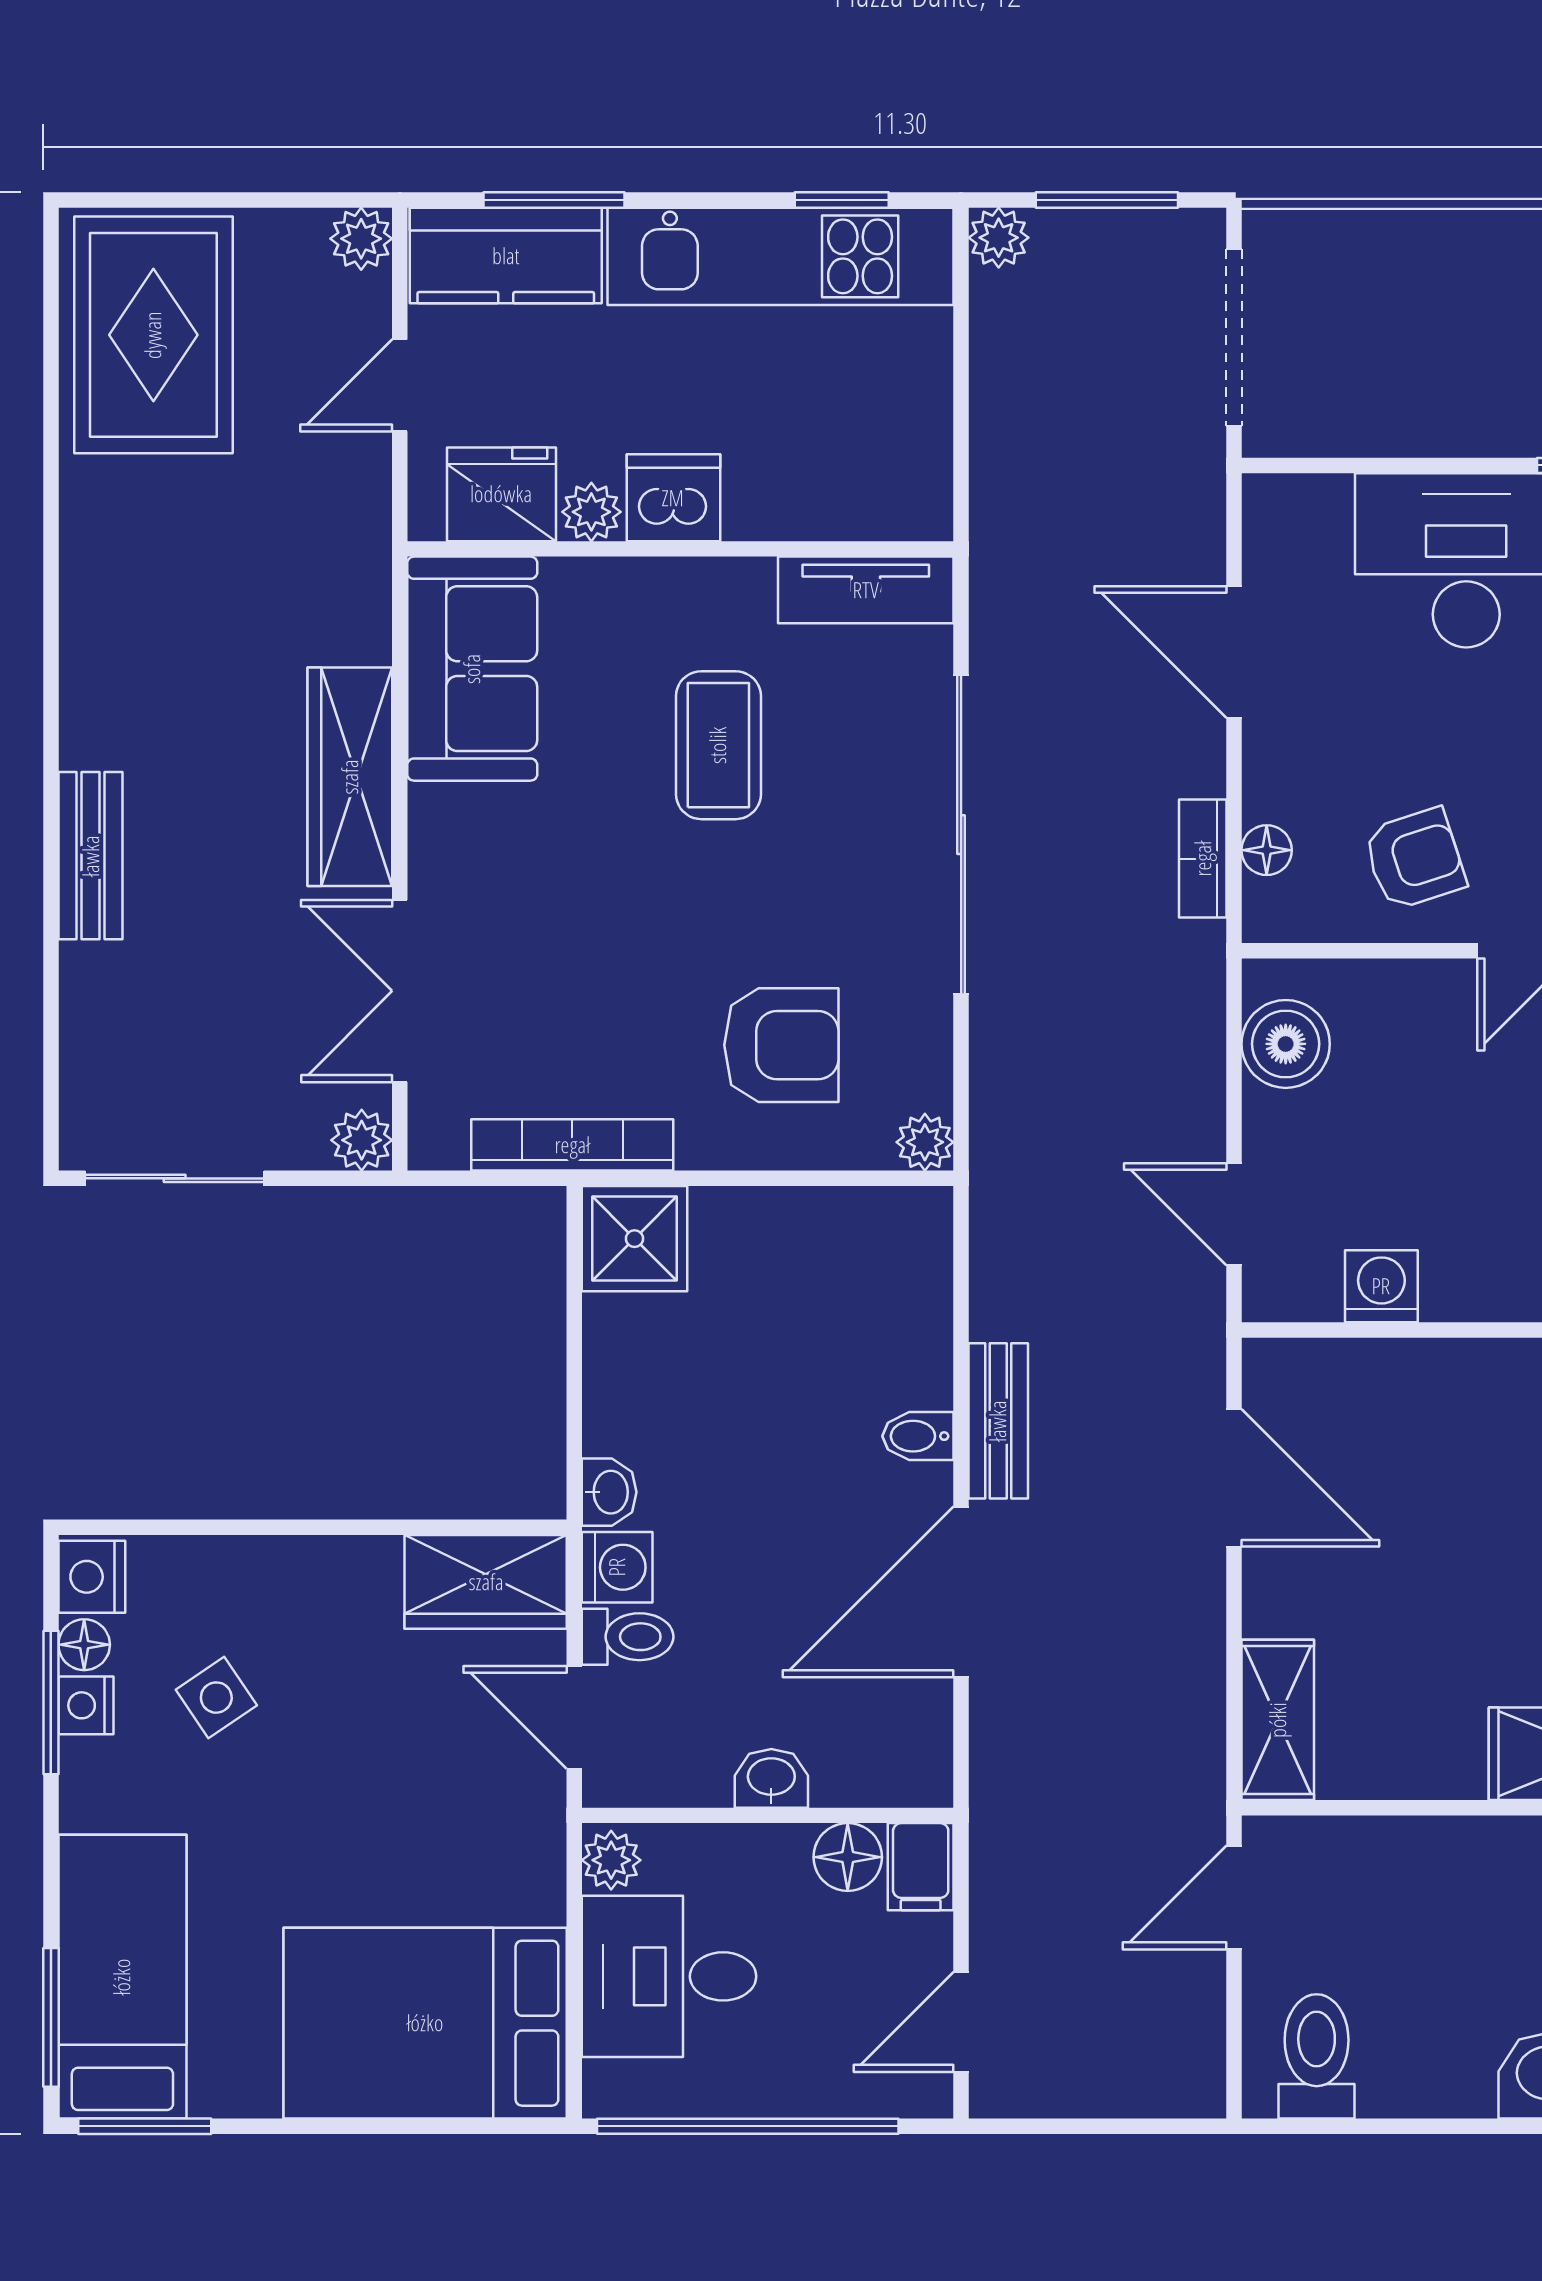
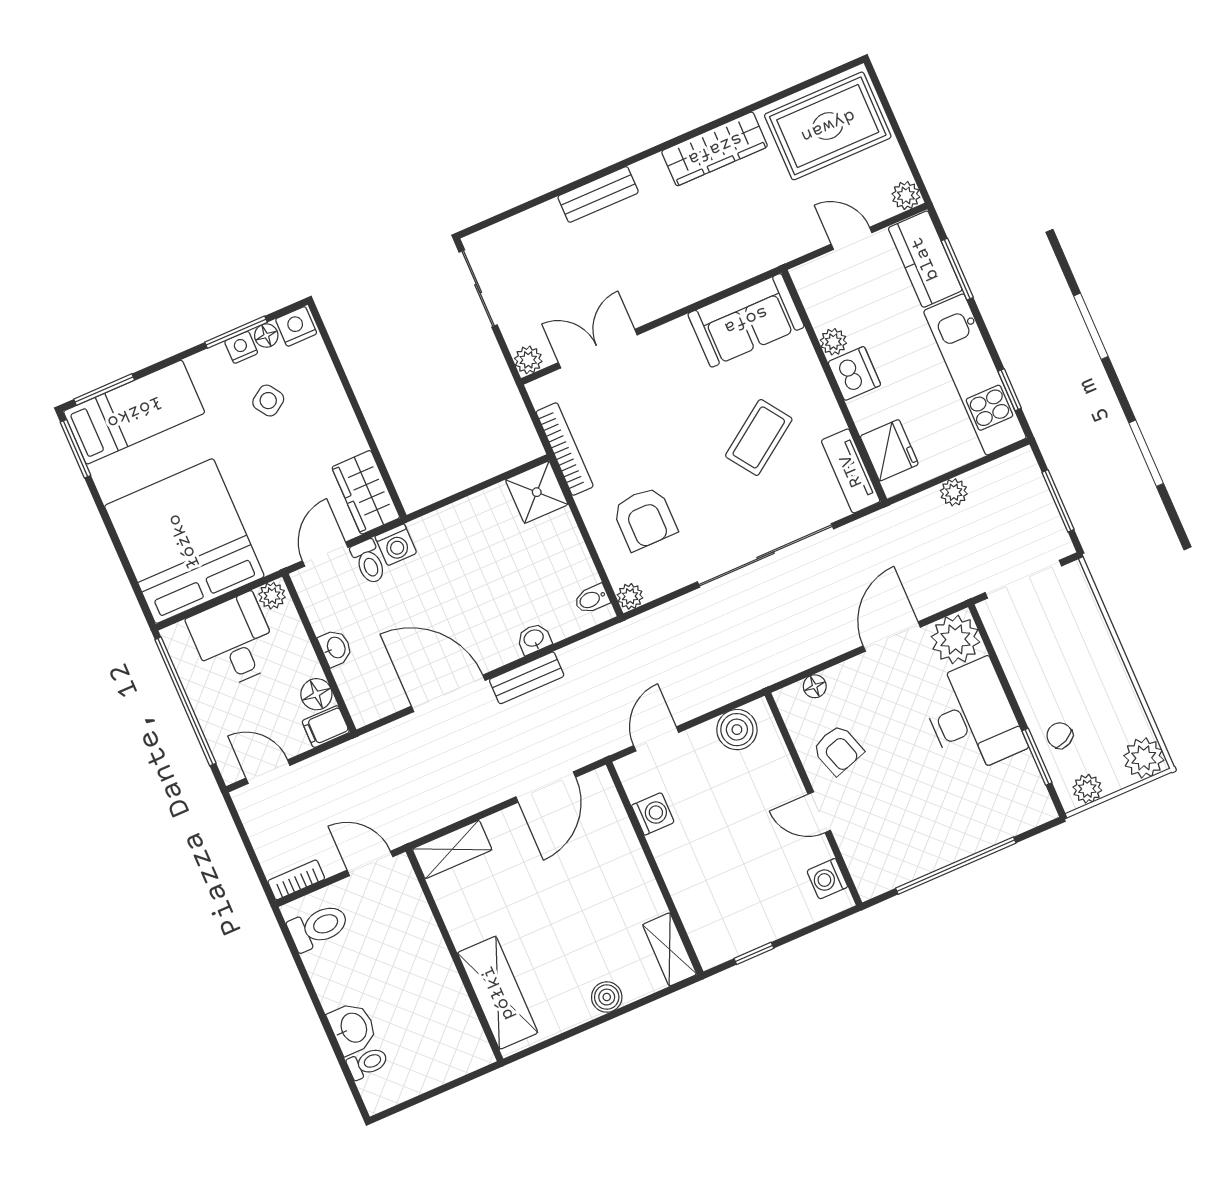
plant: (999, 238) -> (954, 492), moved
fridge: (501, 494) -> (889, 450), moved
plant: (1295, 527) -> (955, 639), added
coffee table: (718, 745) -> (759, 437), turned -35
wardrobe: (350, 777) -> (715, 149), moved, turned 180
bookcase: (1203, 859) -> (296, 880), moved
bidet: (918, 1436) -> (592, 599), moved, turned -90
washbasin: (609, 1492) -> (534, 639), moved, turned 180
bed: (425, 2023) -> (184, 541), width x1.36

